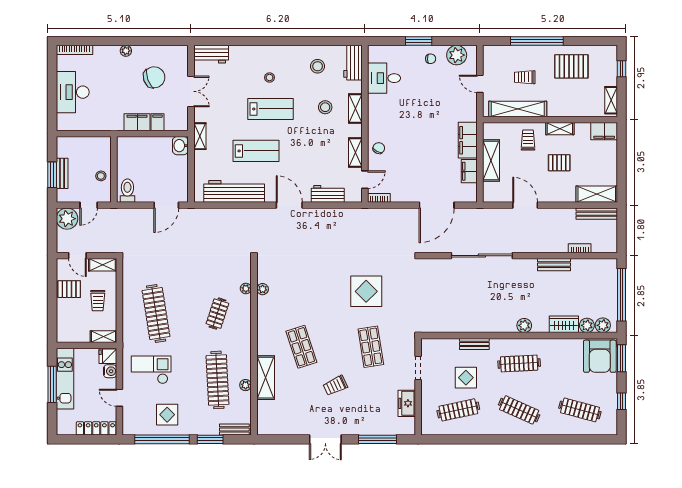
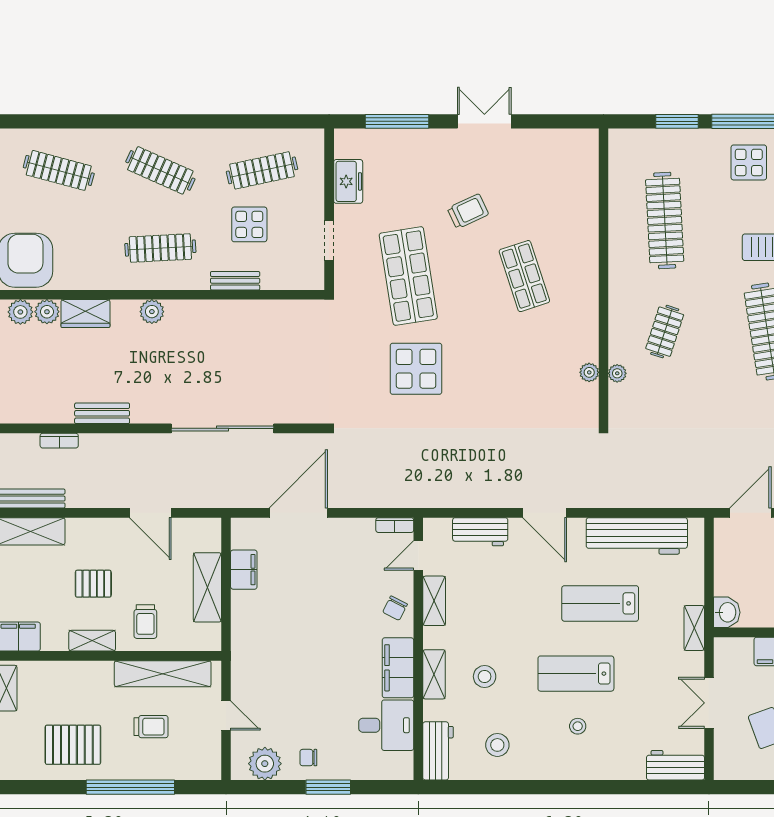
filing cabinet: (468, 140) -> (398, 668), moved, turned 180
shop shelf: (371, 347) -> (408, 276), width x1.43, depth x1.36
shelving: (266, 378) -> (584, 224), removed
plant: (246, 385) -> (618, 212), removed
bench: (234, 429) -> (636, 138), removed

